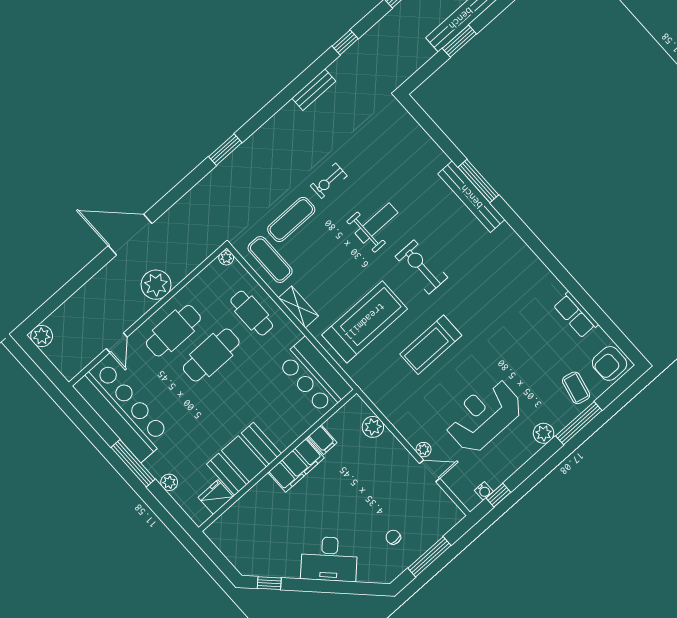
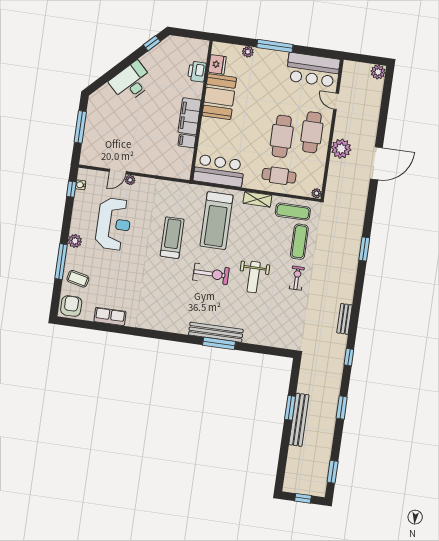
bar counter: (122, 411) -> (313, 70), width x0.73
plant: (373, 427) -> (166, 170), removed
printer: (245, 508) -> (197, 72), added
chair: (393, 537) -> (108, 121), removed

